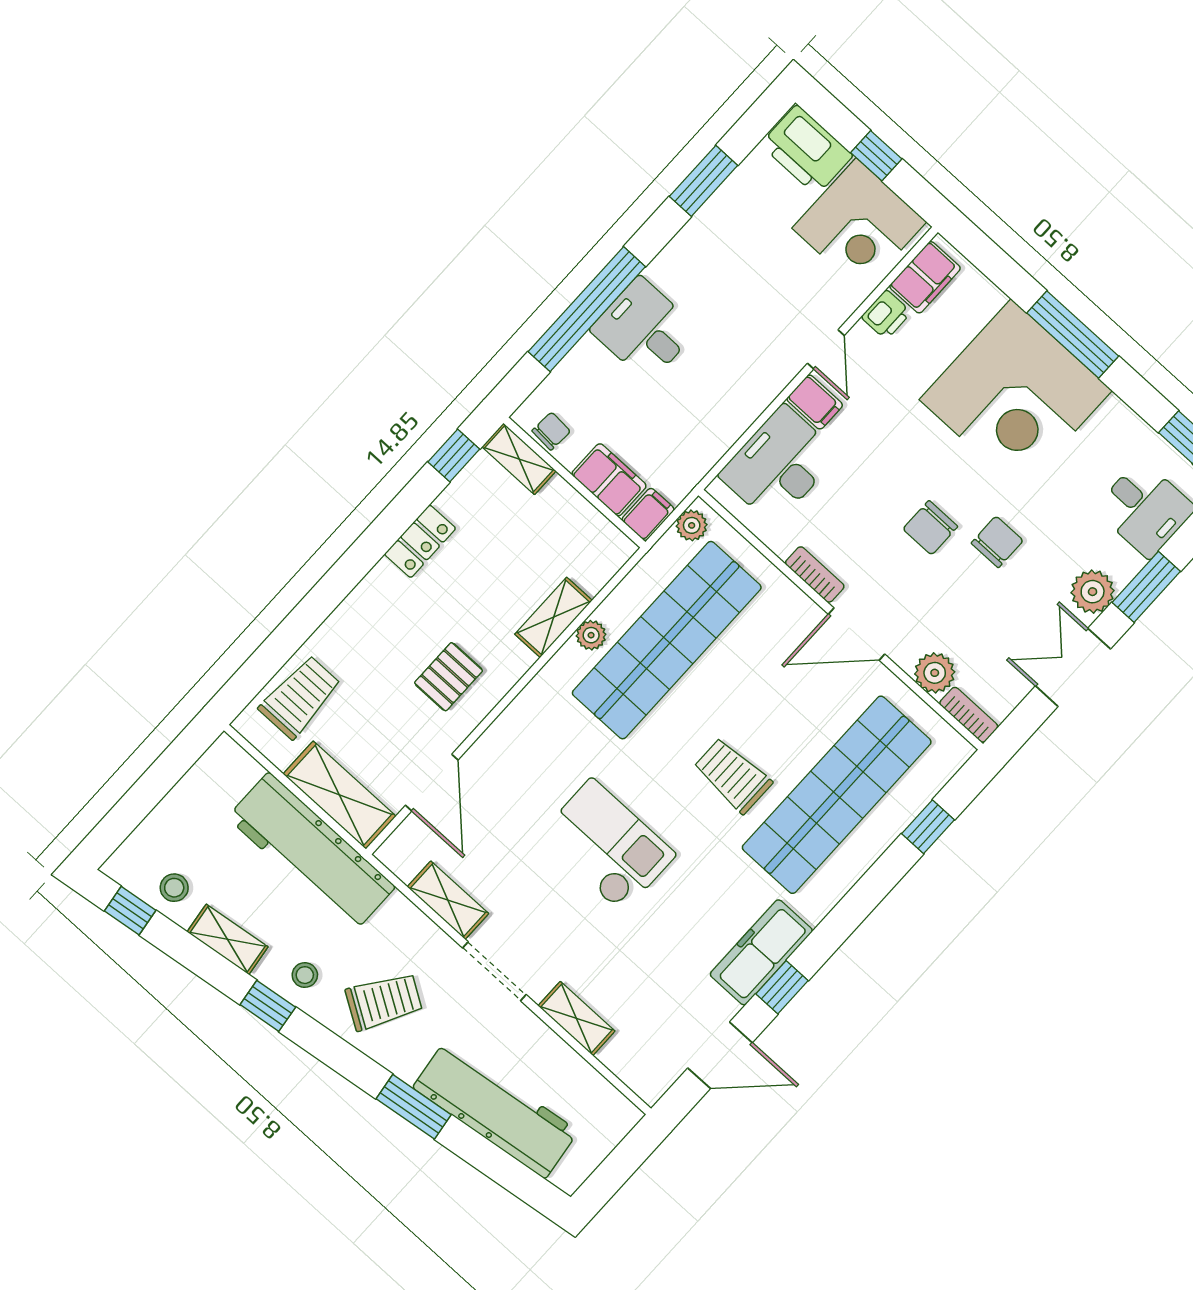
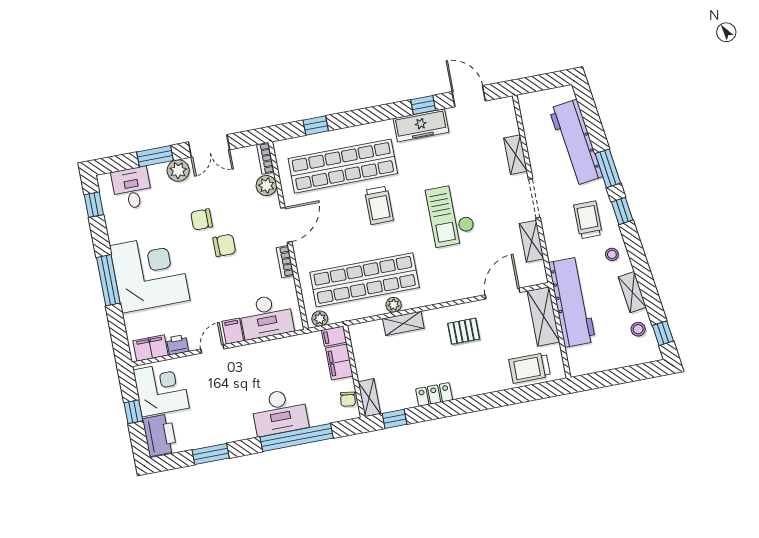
desk: (644, 329) -> (280, 412), width x1.37
chair: (551, 431) -> (348, 399), turned -86
door: (857, 634) -> (286, 225), hinge flipped
trolley: (384, 1001) -> (588, 220), turned 58
window: (268, 1006) -> (622, 211), moved

